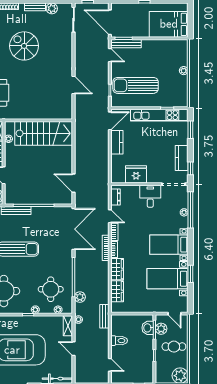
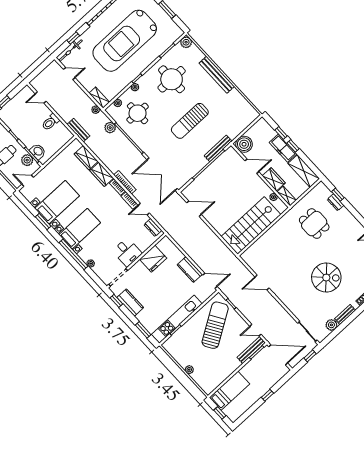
window: (190, 19) -> (220, 413), added
bed: (169, 24) -> (230, 391), width x0.67
sun lounger: (136, 85) -> (215, 325), turned -32
door: (110, 121) -> (210, 281), swing flipped
window: (190, 210) -> (73, 254), moved
door: (74, 349) -> (69, 74), moved

